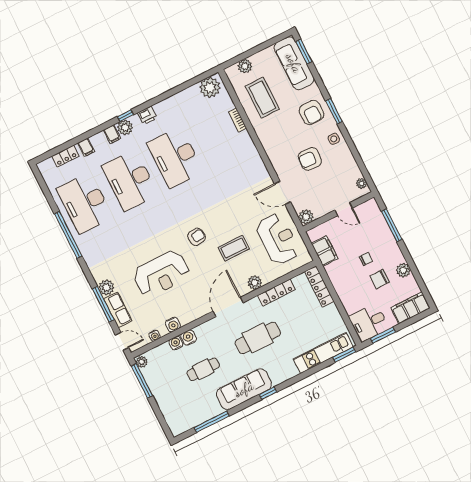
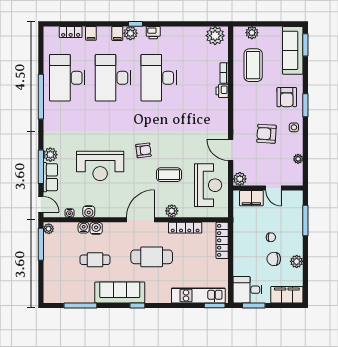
printer: (245, 139) -> (222, 91), added
plant: (362, 183) -> (298, 159), moved
filing cabinet: (325, 251) -> (251, 198), moved, turned 90

